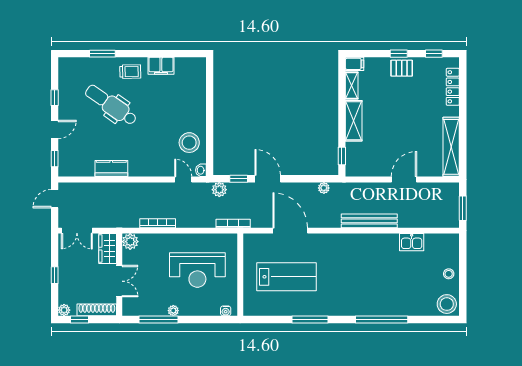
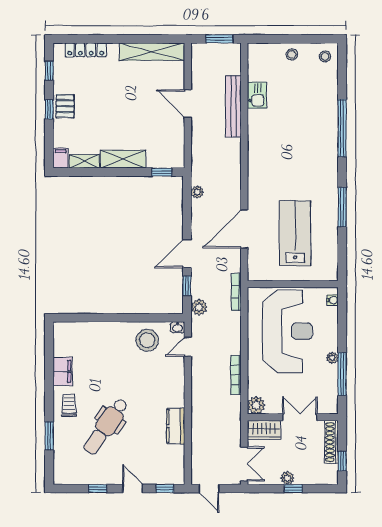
bench: (369, 221) -> (233, 106), moved
reception desk: (197, 270) -> (288, 331), width x1.36, depth x1.30
stool: (447, 304) -> (325, 56), width x0.53, depth x0.53
plant: (64, 310) -> (288, 478), moved

